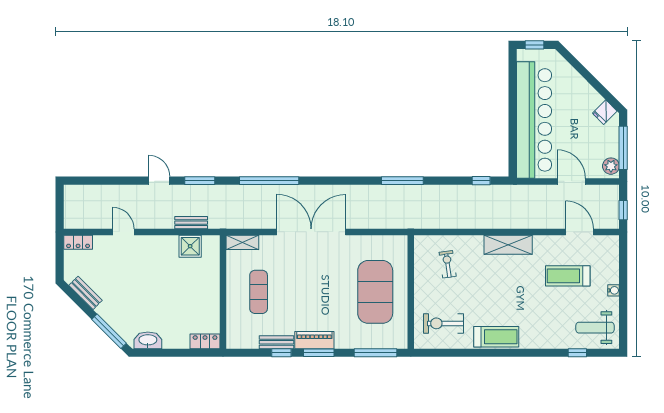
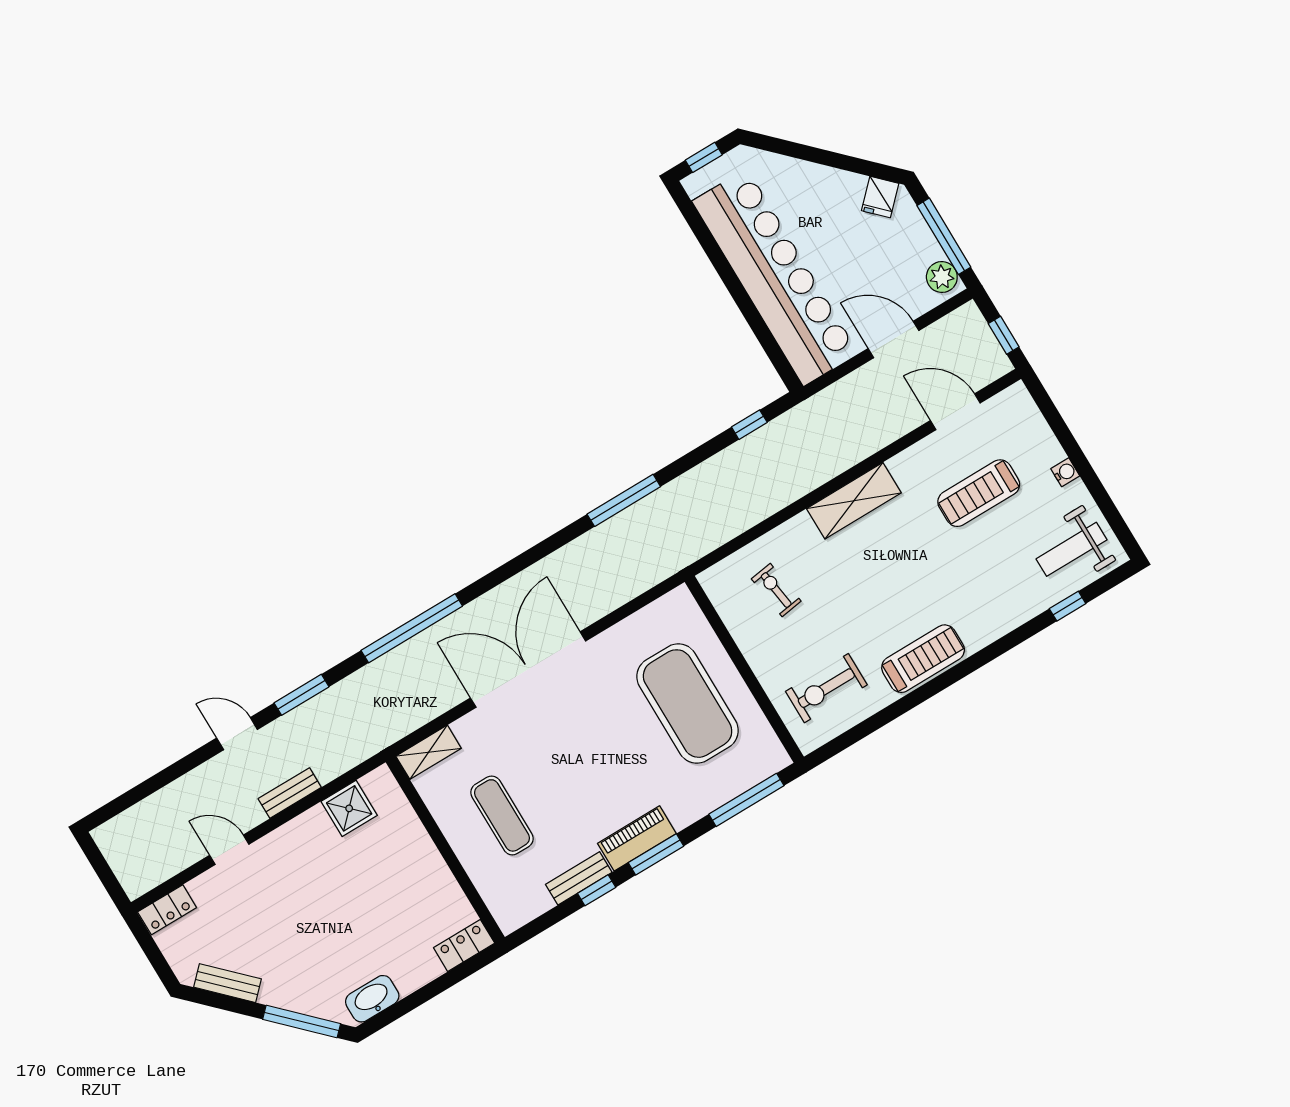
bench: (191, 223) -> (290, 793), moved

